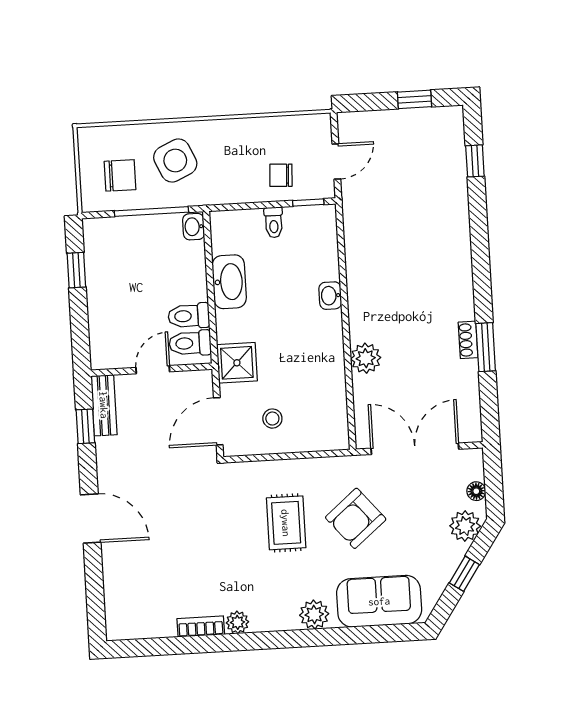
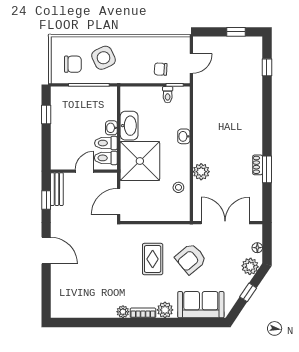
toilet: (274, 222) -> (168, 95), moved
washbasin: (194, 227) -> (111, 128), moved
shower: (237, 363) -> (140, 161), width x1.86, depth x1.86
stool: (272, 419) -> (178, 187), moved
bookcase: (201, 626) -> (143, 313), moved

